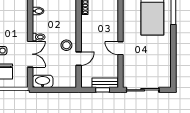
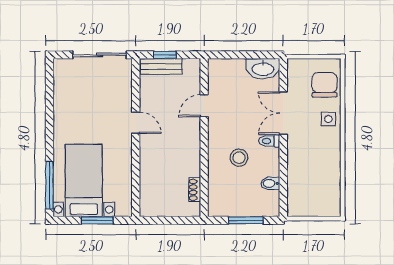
stool: (66, 45) -> (239, 158), moved

